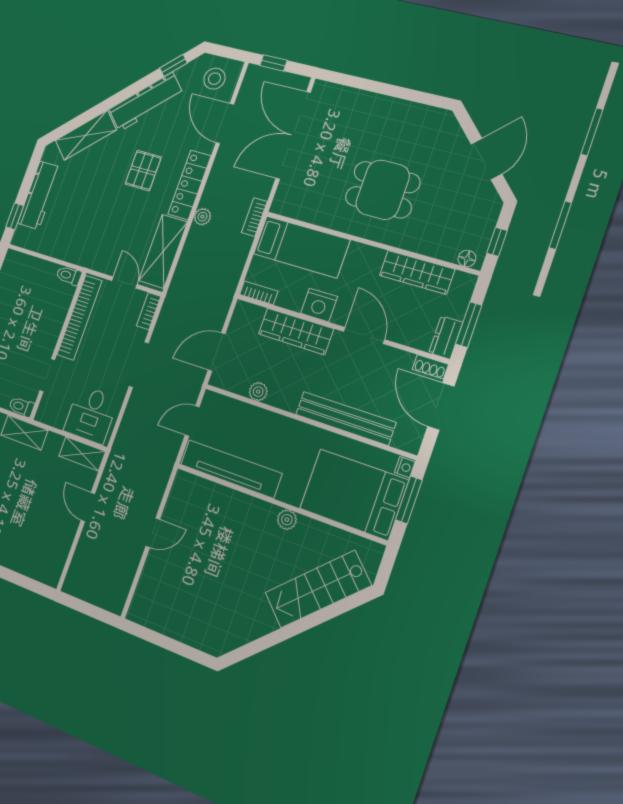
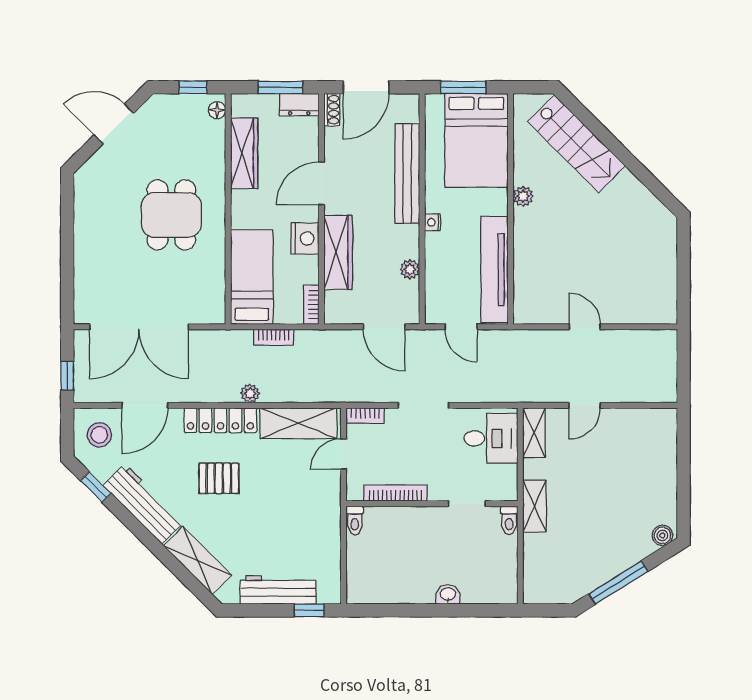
bookcase: (254, 217) -> (274, 337), moved
bookcase: (79, 318) -> (395, 493), width x0.68, depth x0.76
nightstand: (405, 467) -> (432, 222), moved, turned -90

